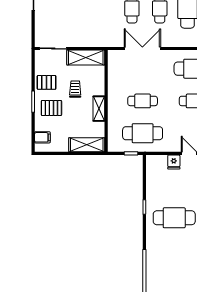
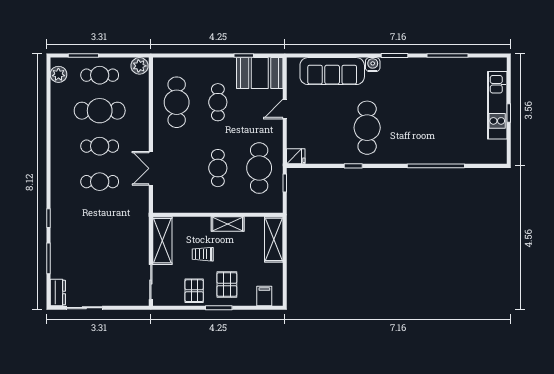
double door: (142, 49) -> (151, 168), width x0.73
fridge: (174, 162) -> (296, 156), moved

